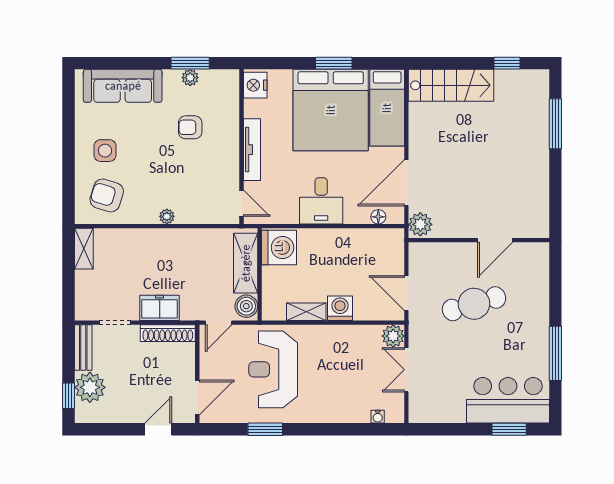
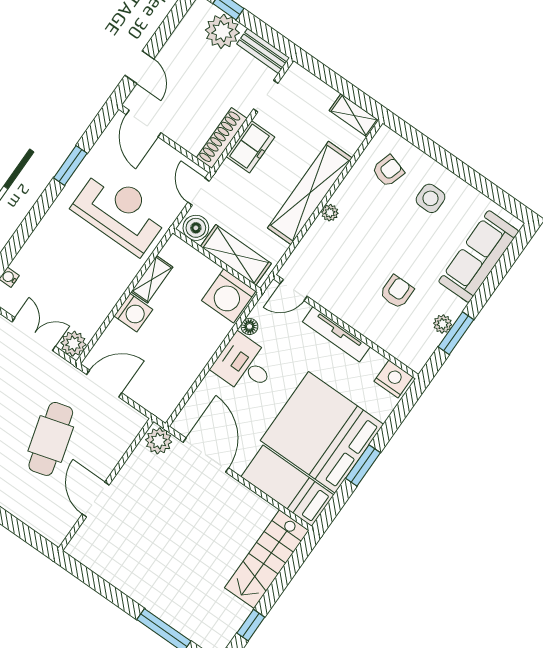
armchair: (107, 195) -> (388, 171), width x0.72, depth x0.72
floor lamp: (378, 217) -> (249, 326), moved
shelving: (163, 241) -> (310, 193), added

